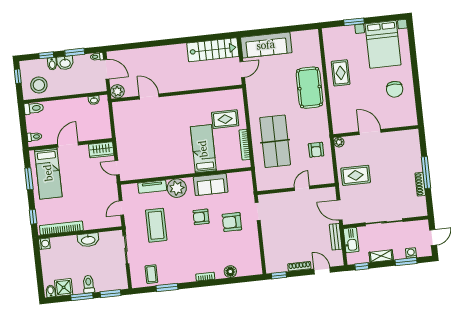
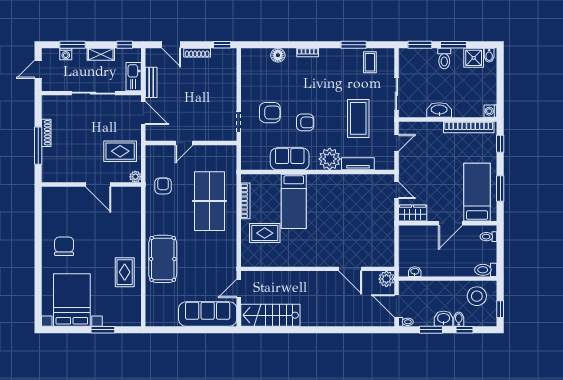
wall: (376, 131) -> (91, 184), moved
door: (370, 132) -> (98, 184), moved
plant: (339, 142) -> (135, 177), moved

